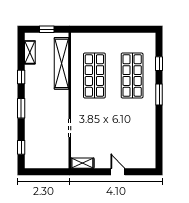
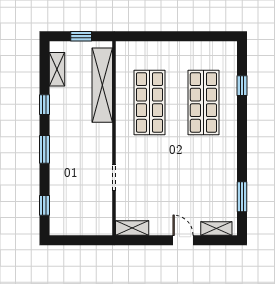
window: (159, 94) -> (242, 197), moved
shelving: (141, 163) -> (216, 228), added

